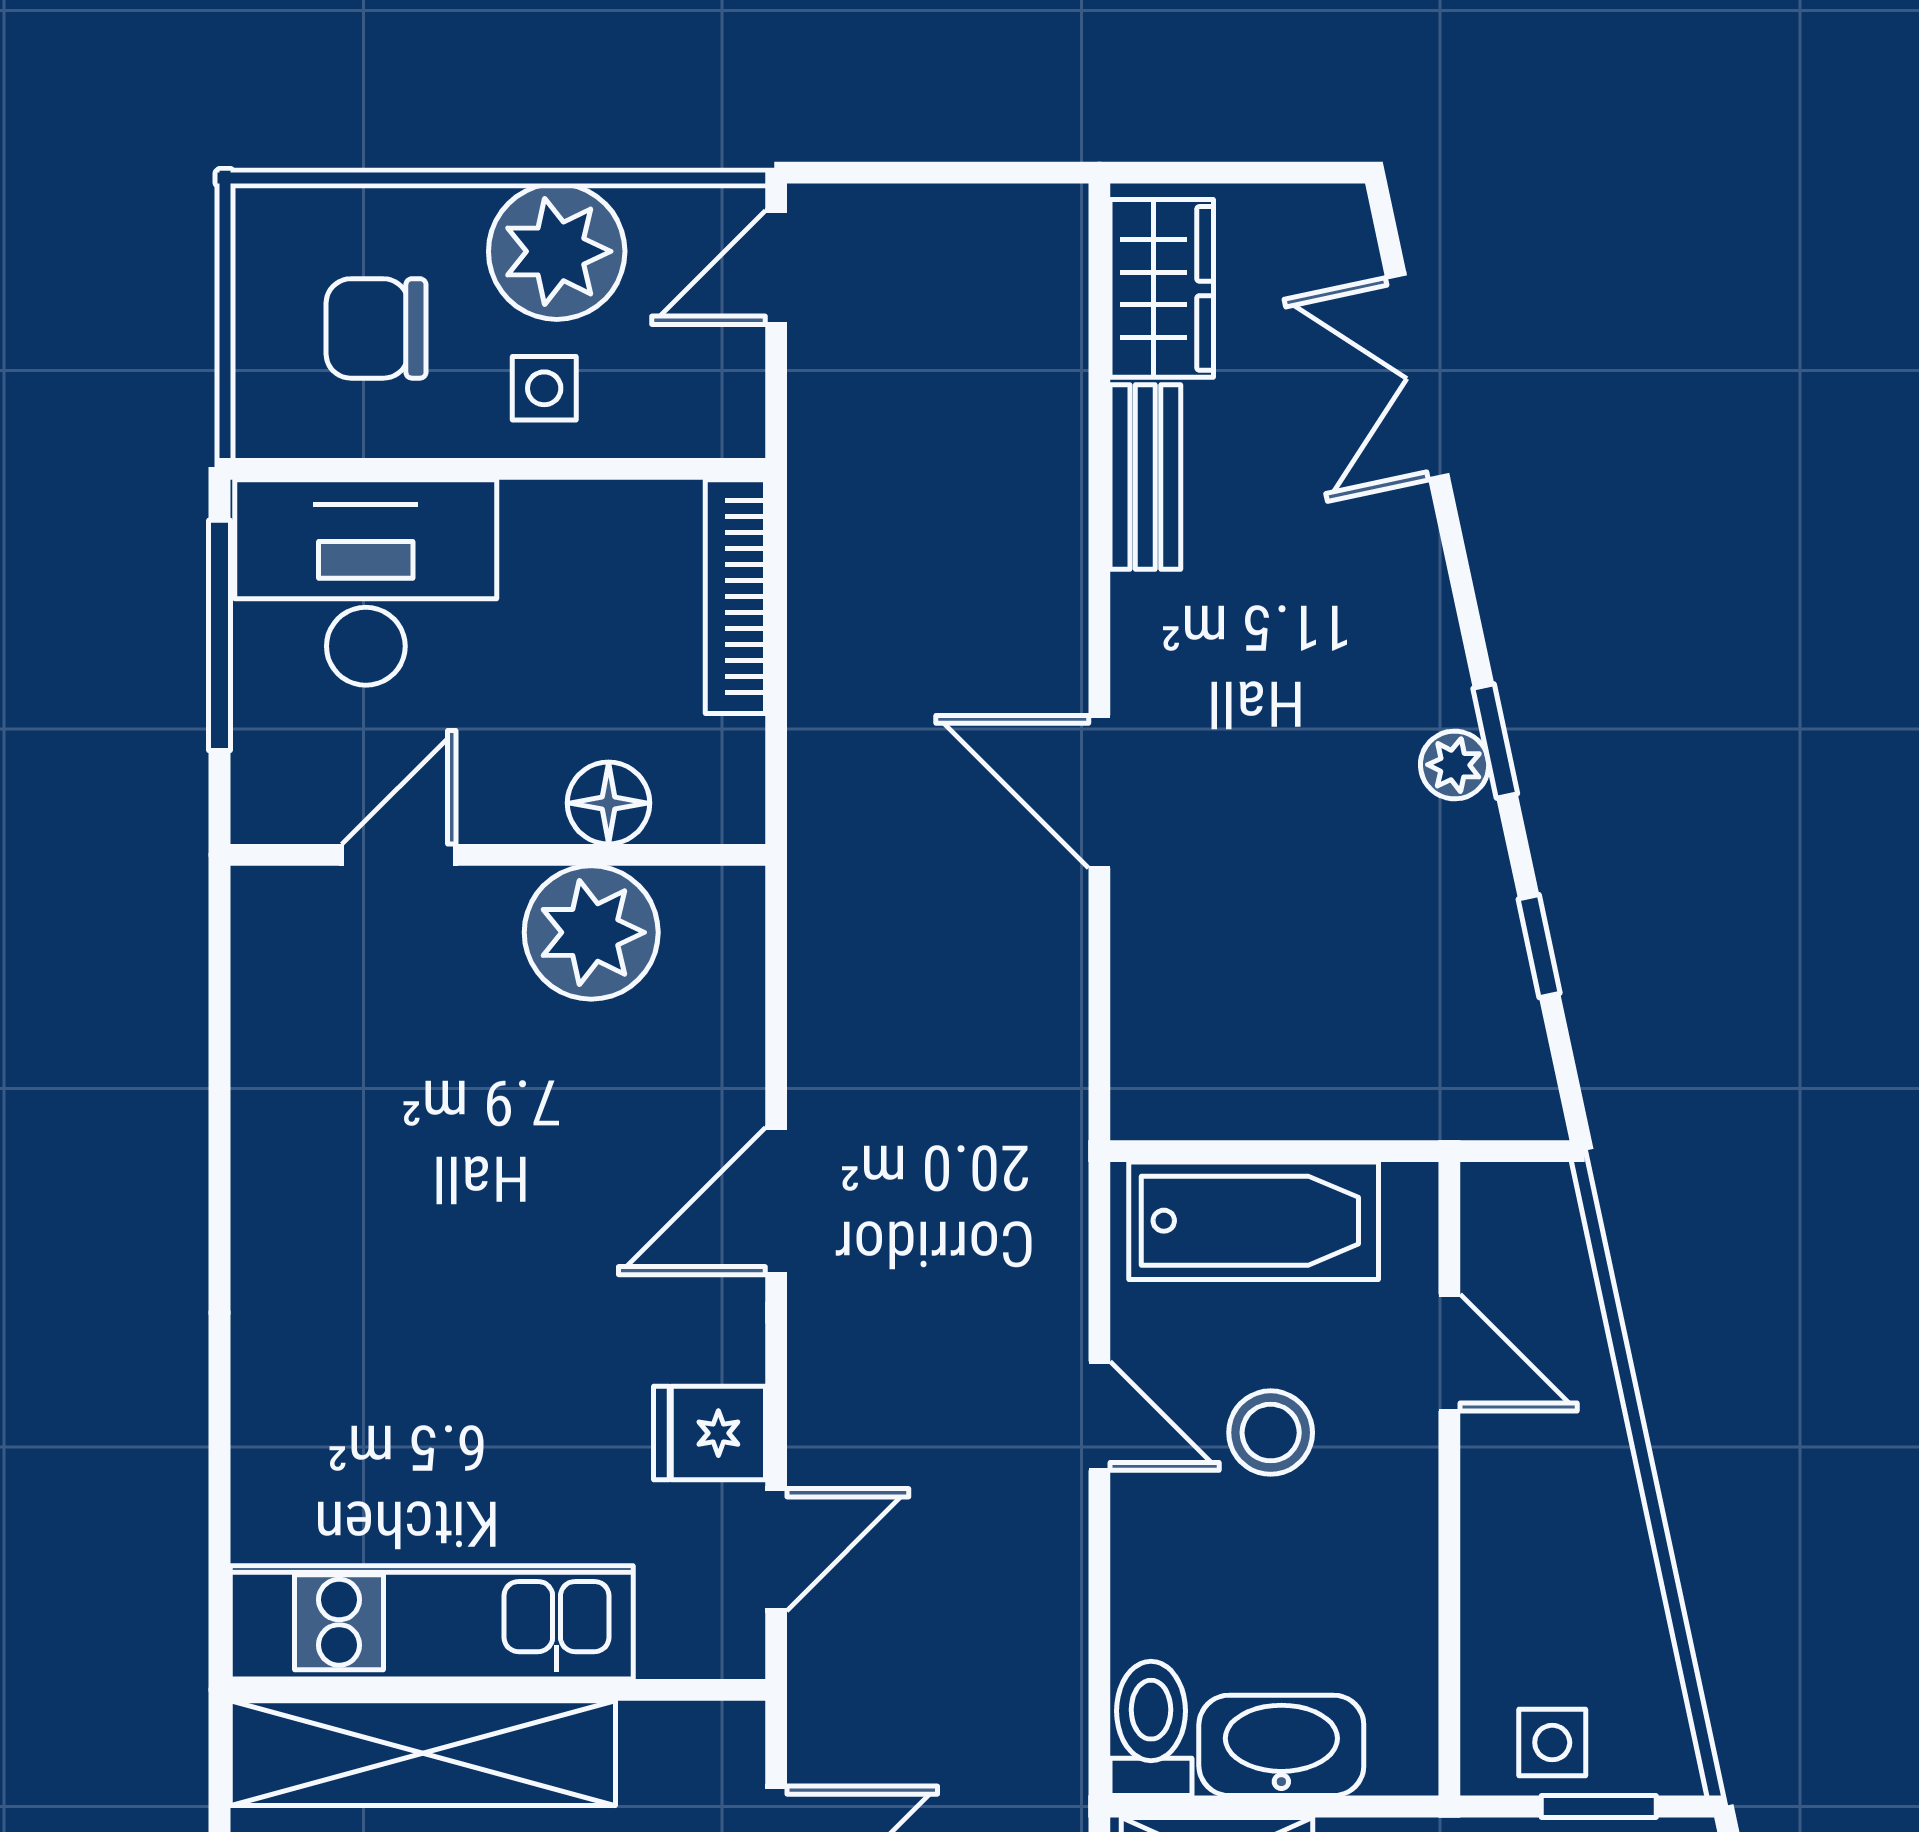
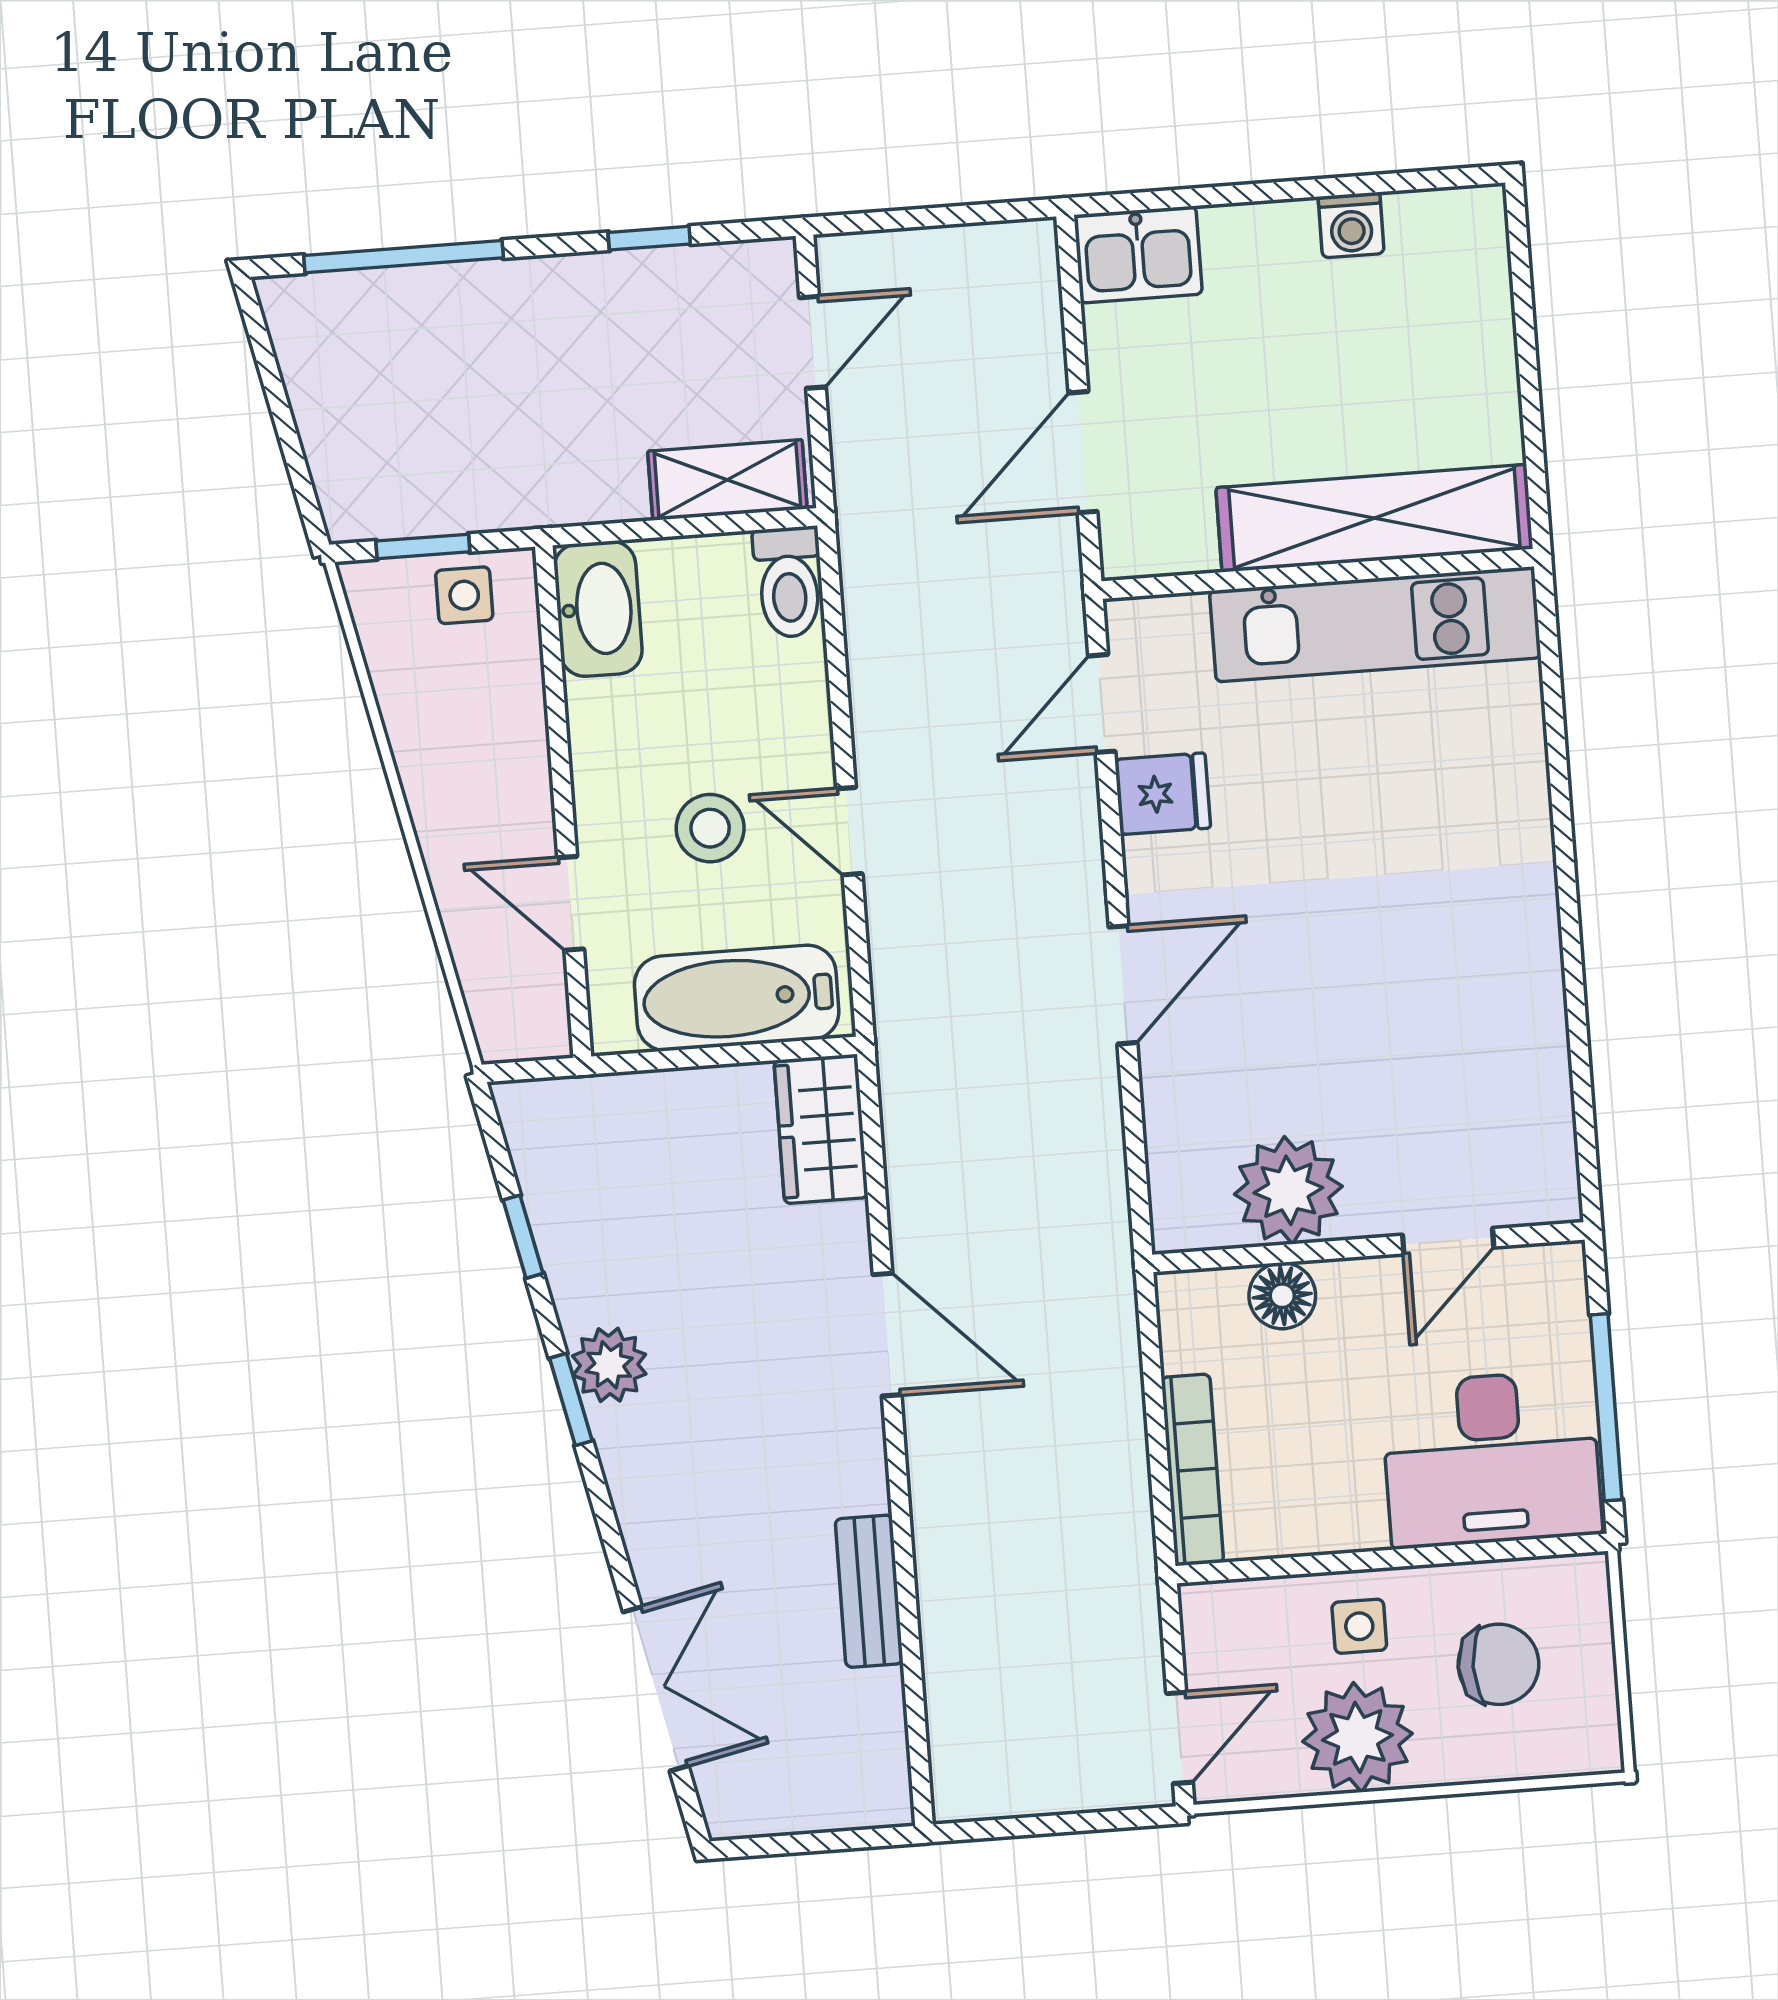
wardrobe: (1162, 288) -> (821, 1129), moved
plant: (1455, 765) -> (609, 1365), width x1.38, depth x1.38
washbasin: (1281, 1745) -> (598, 609), moved, turned -90

